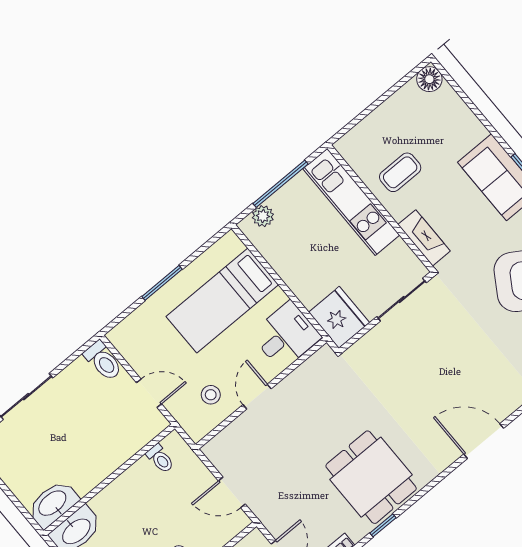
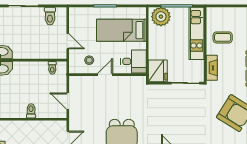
plant: (263, 216) -> (161, 17), width x1.88, depth x1.88
toilet: (103, 361) -> (50, 16), moved

